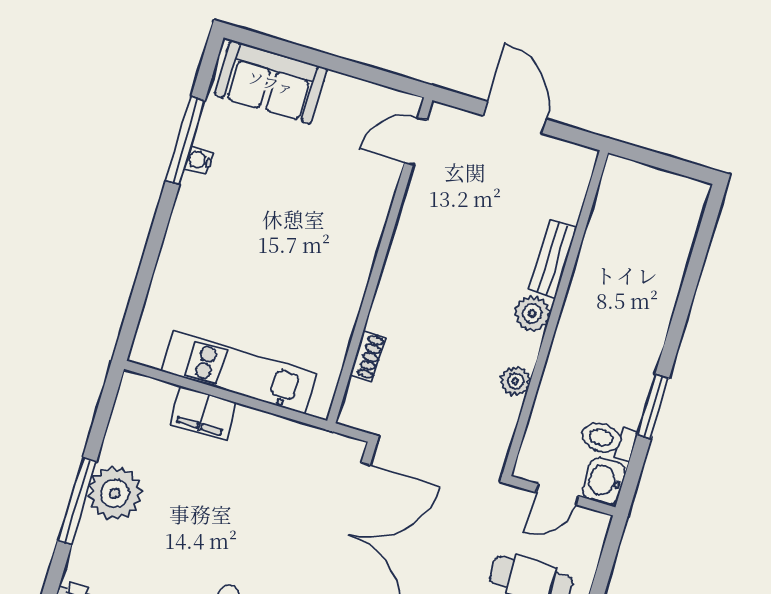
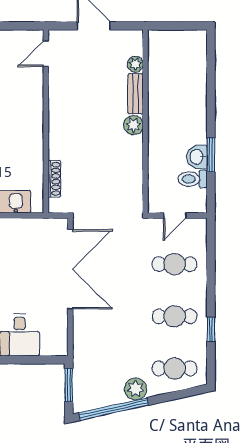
shoe rack: (368, 356) -> (54, 179), width x1.43
plant: (515, 381) -> (135, 64), moved
washbasin: (604, 481) -> (197, 157), moved

